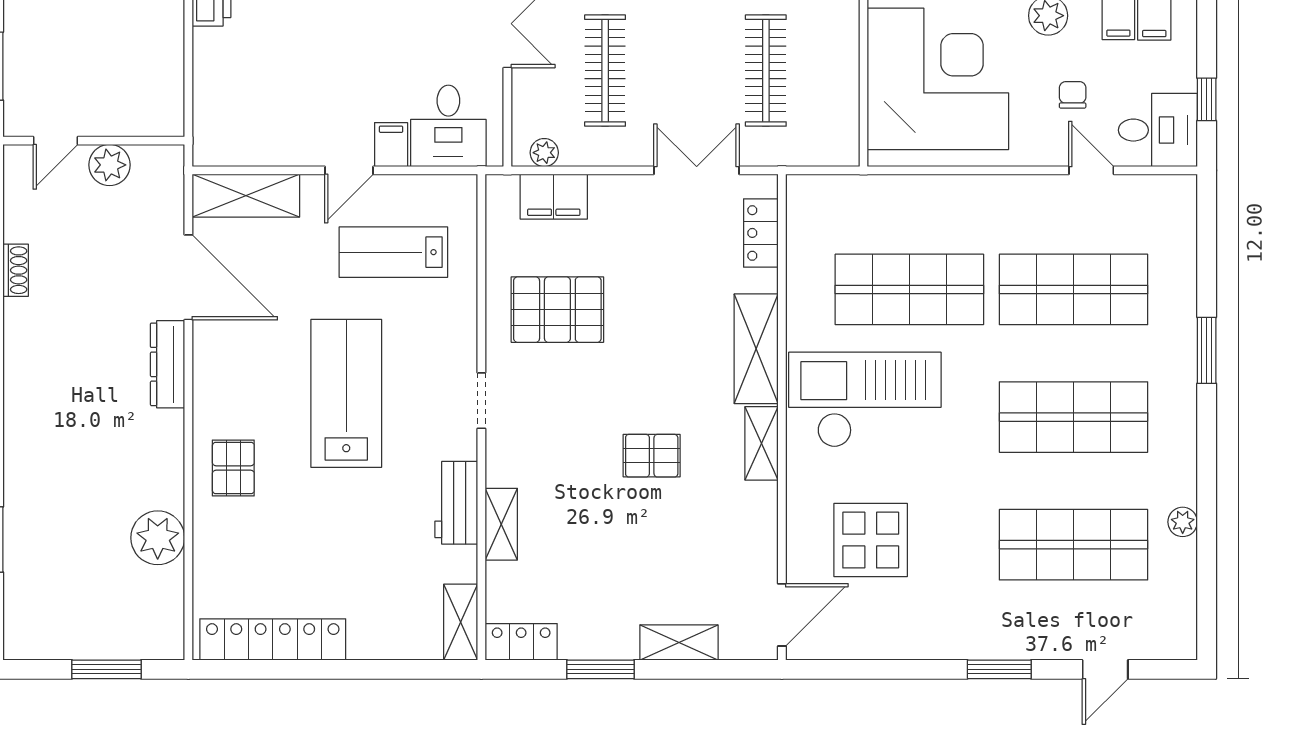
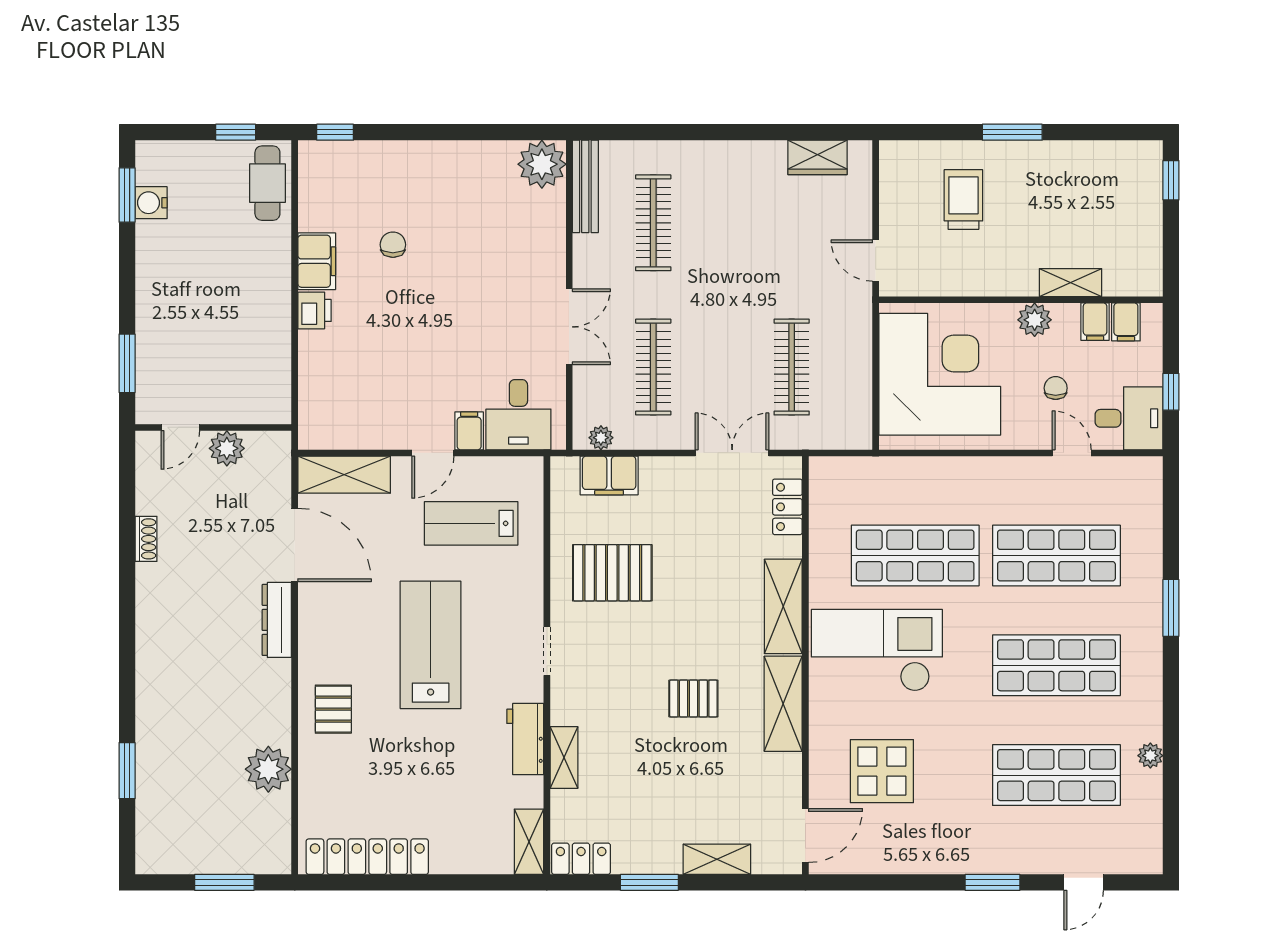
shelving: (762, 443) -> (783, 704), width x1.50, depth x1.33

